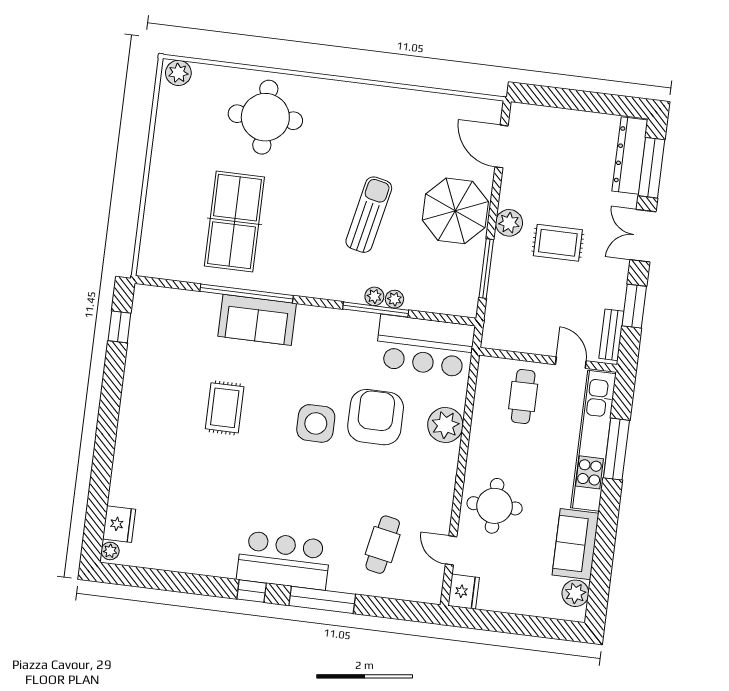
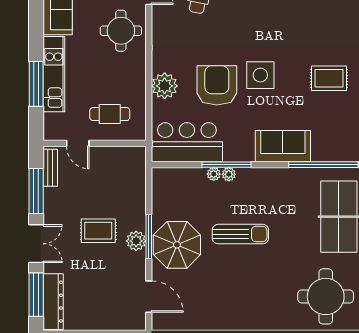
sun lounger: (369, 215) -> (240, 234), turned -102
window: (486, 269) -> (149, 237), moved
window: (634, 306) -> (36, 191), width x1.44
sofa: (257, 320) -> (283, 146), moved
cafe table: (523, 396) -> (110, 114), turned 90
rug: (225, 408) -> (329, 78), turned 90
armchair: (376, 417) -> (217, 85), turned 180
kitchen unit: (593, 441) -> (54, 74), width x0.73

